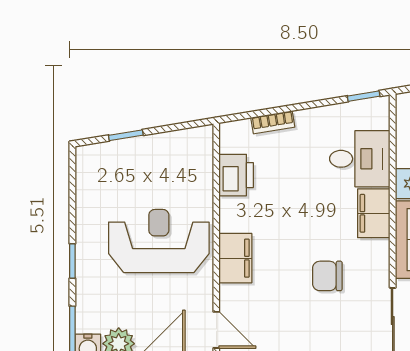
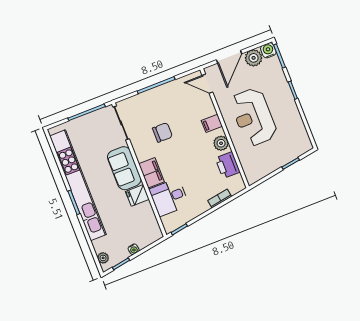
plant: (233, 217) -> (221, 143), added
reception desk: (159, 241) -> (253, 117), turned 90
filing cabinet: (235, 258) -> (212, 123), width x0.50

